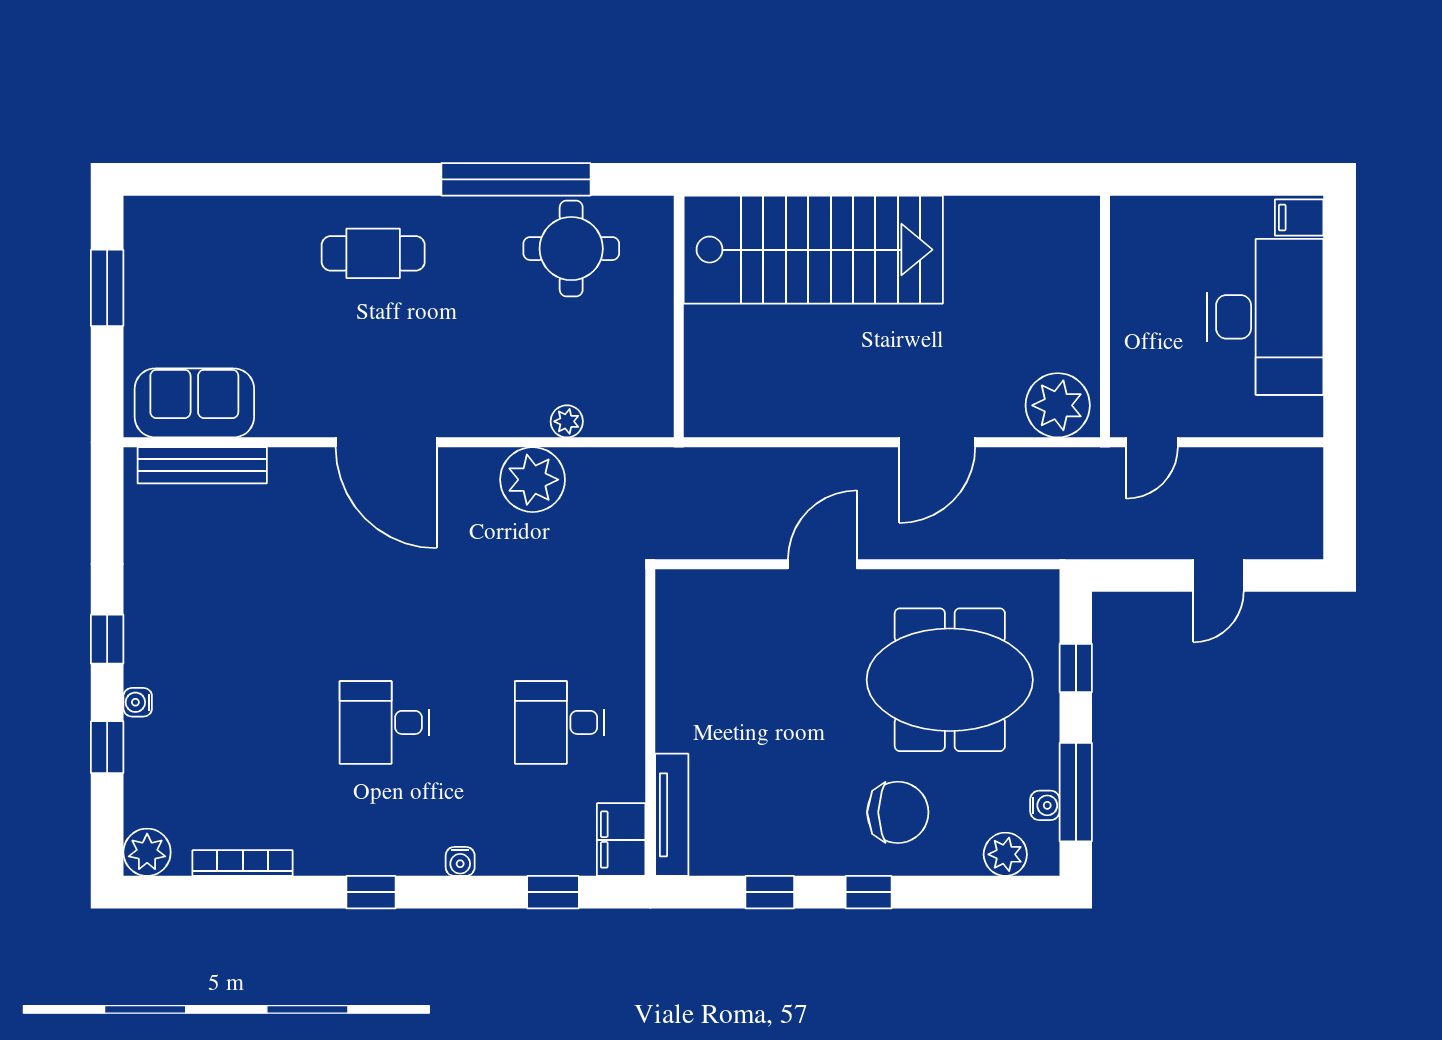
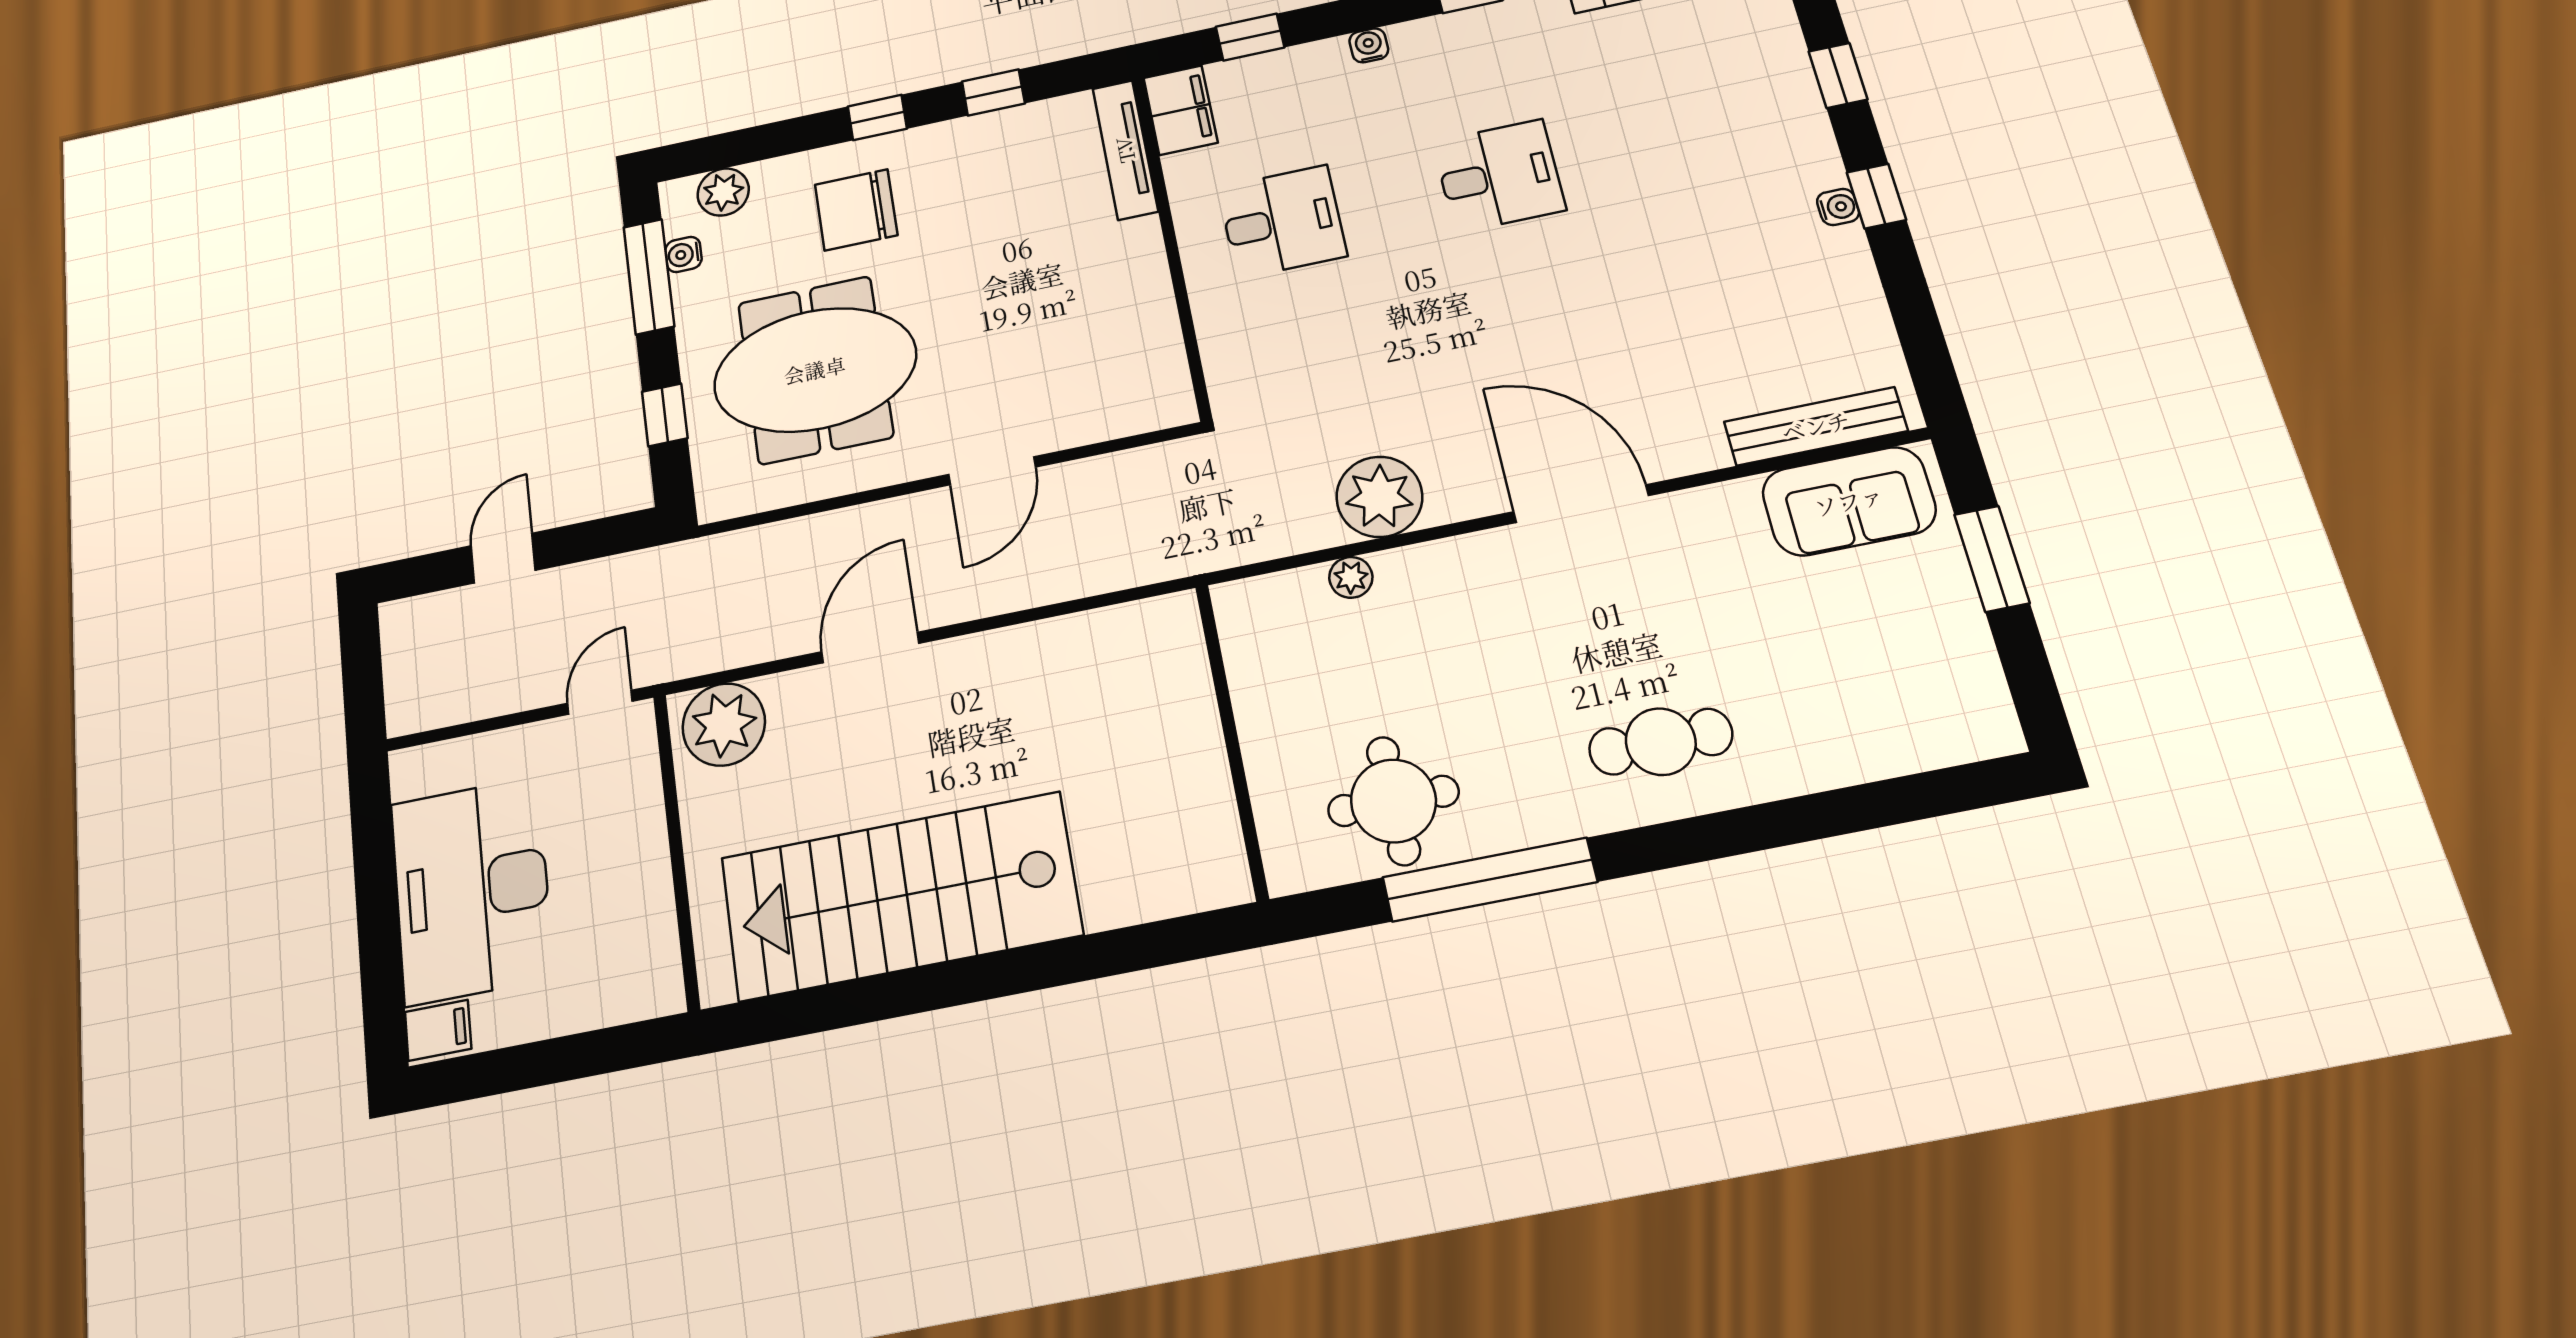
stairs: (813, 250) -> (900, 896), moved
window: (107, 288) -> (1992, 559), moved
water cooler: (138, 702) -> (1838, 207), moved

